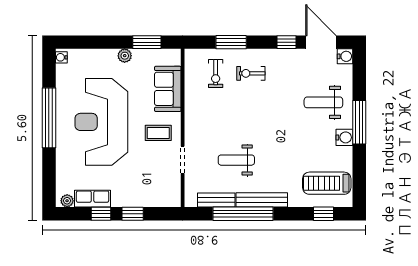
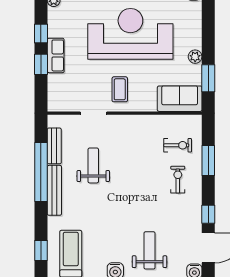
exercise bike: (216, 74) -> (178, 145), turned 180
sofa: (168, 89) -> (180, 99), moved
row of seats: (93, 199) -> (56, 55), moved

